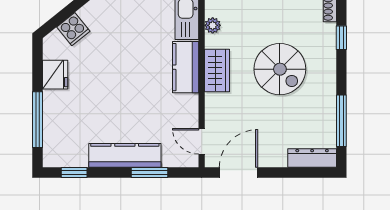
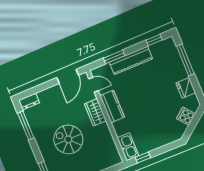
plant: (213, 25) -> (113, 148), removed
kitchen counter: (186, 67) -> (112, 106), moved
wardrobe: (217, 71) -> (95, 112), moved
dresser: (312, 158) -> (29, 102), width x0.70

